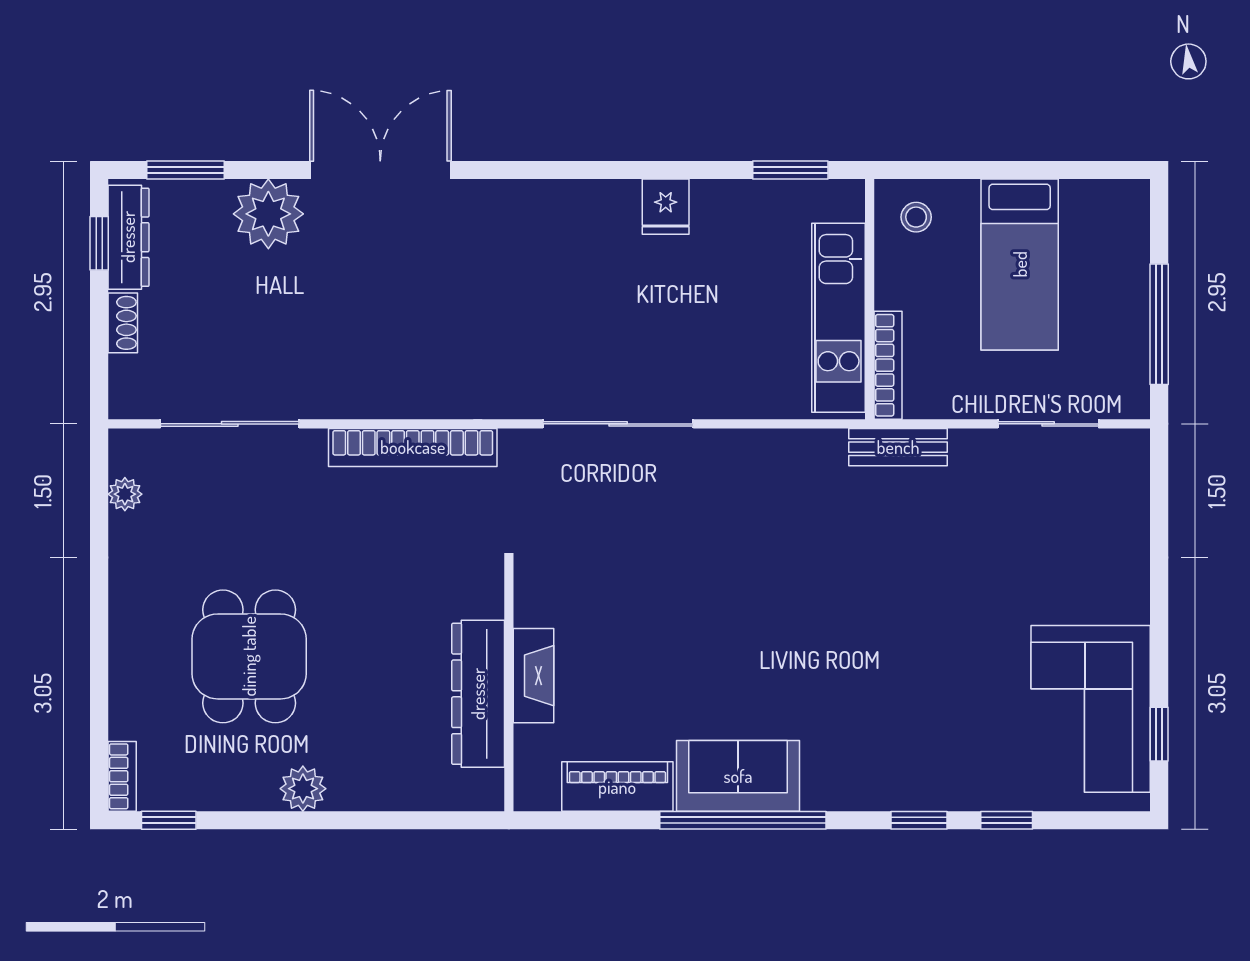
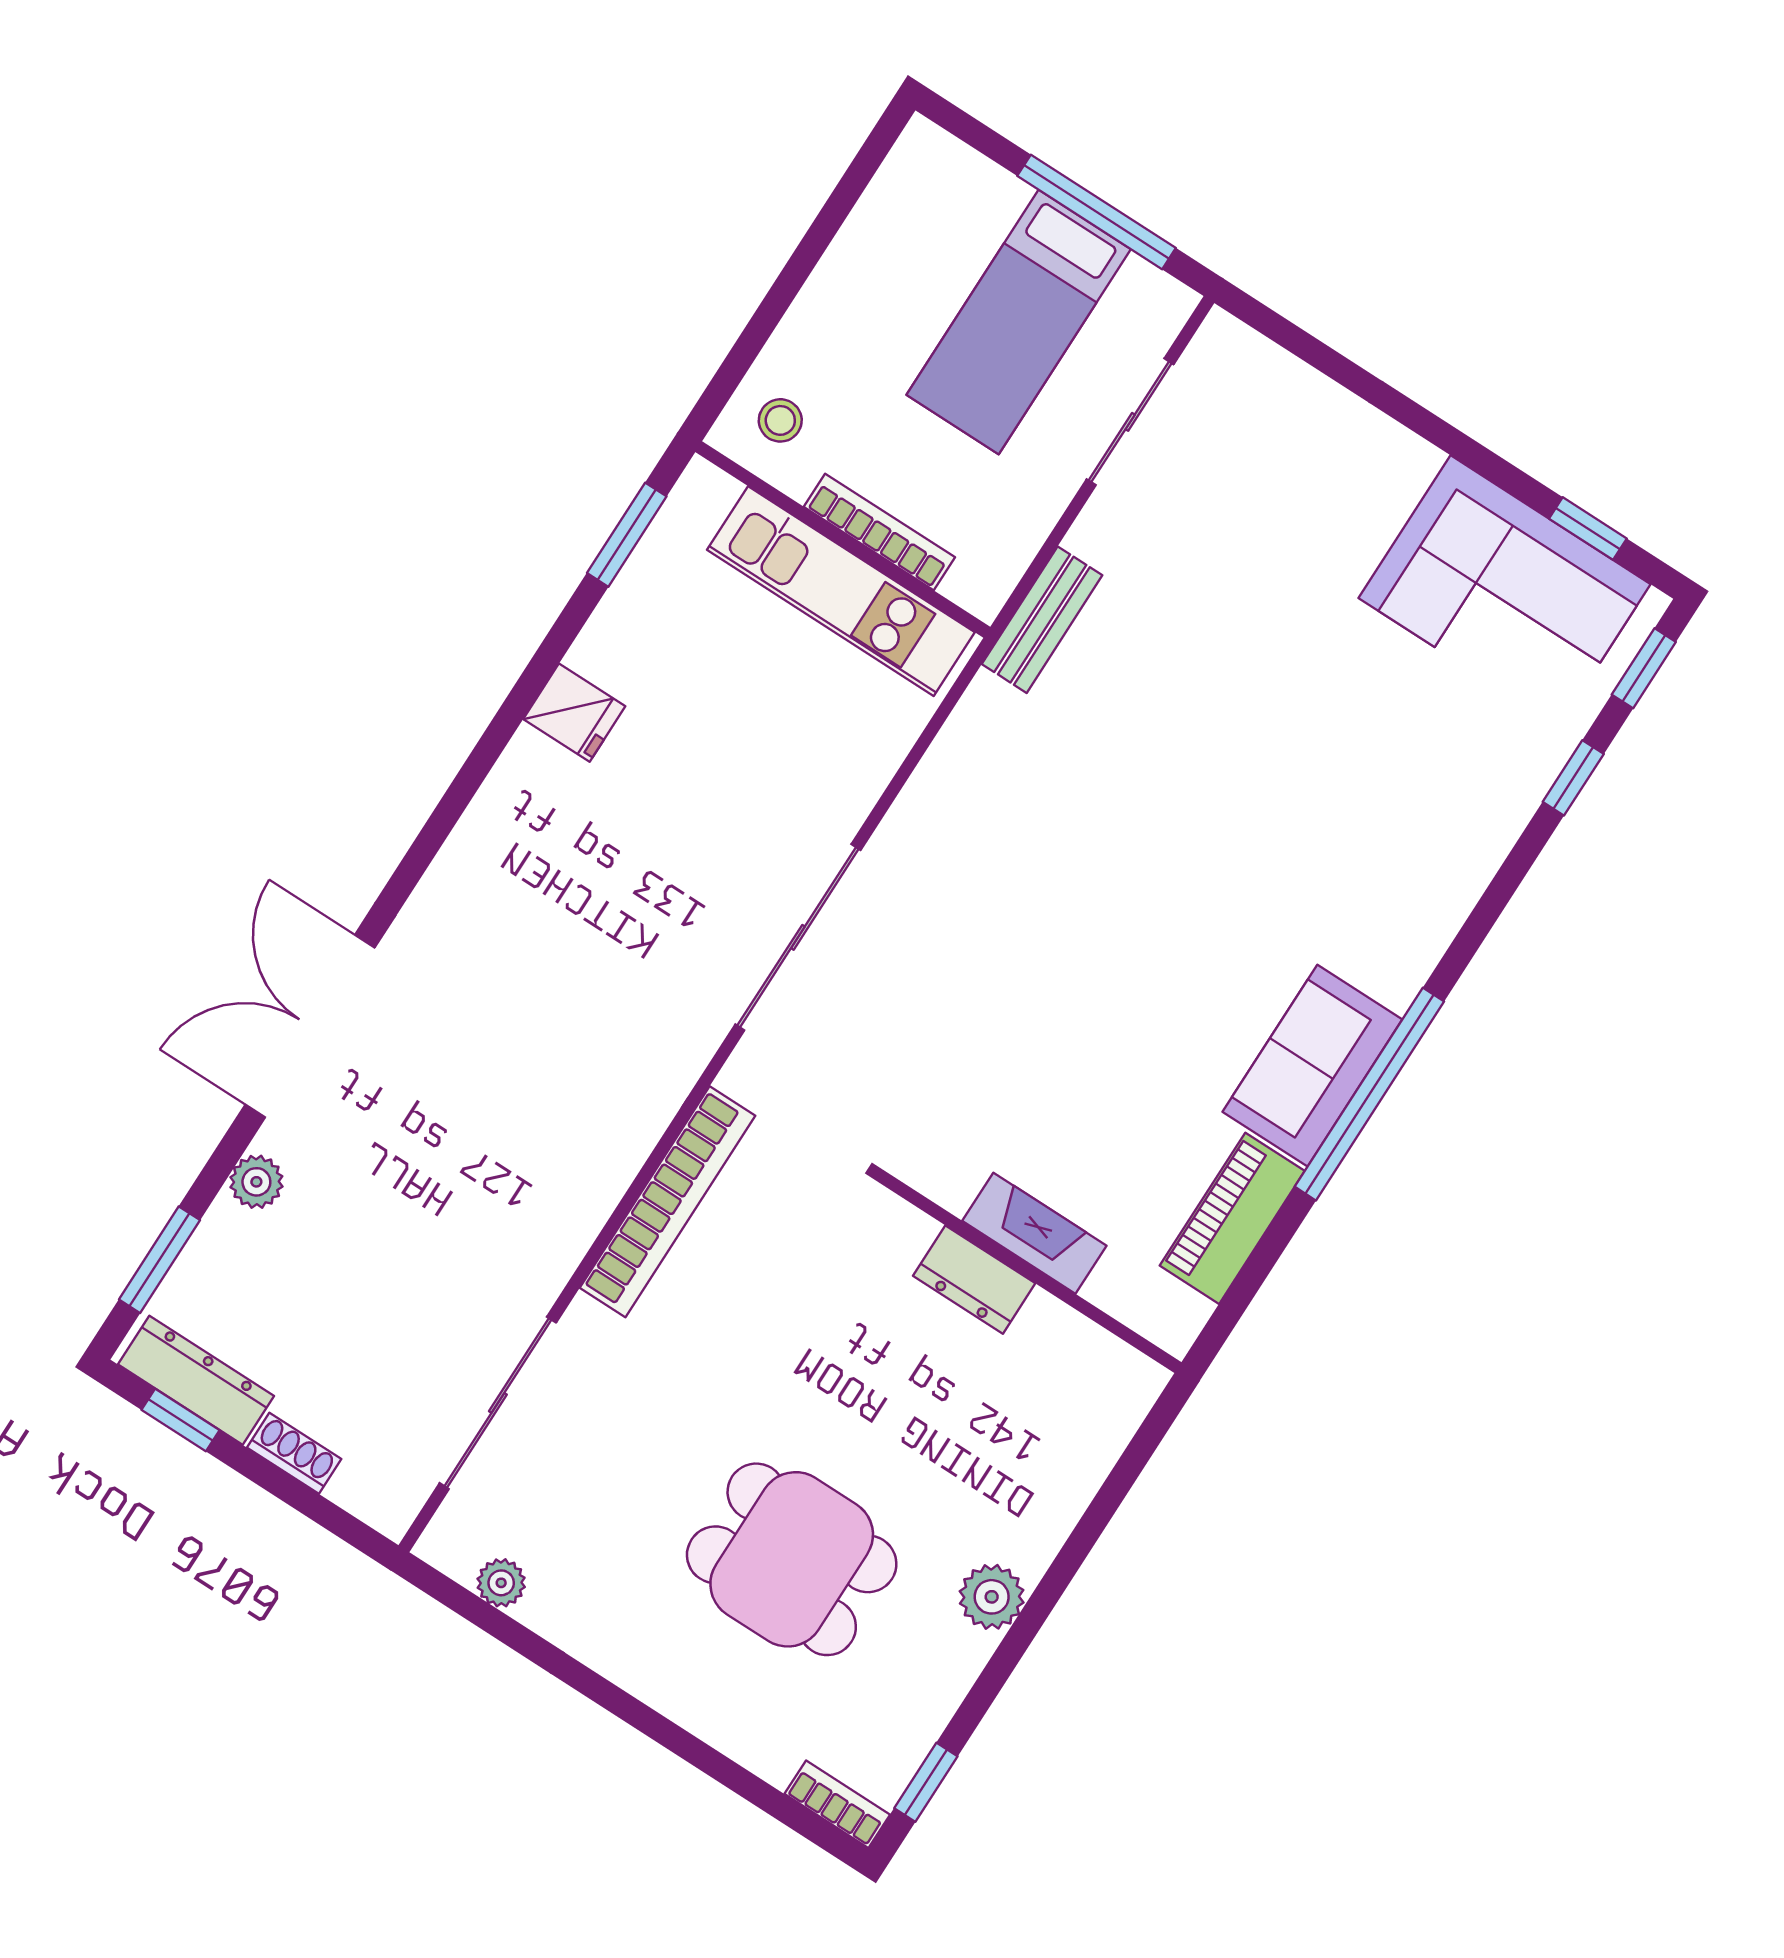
plant: (268, 214) -> (256, 1182), width x0.53, depth x0.53
bed: (1020, 264) -> (1019, 322), moved, turned 90
bookcase: (888, 365) -> (879, 532), moved
dresser: (478, 694) -> (974, 1280), width x0.51, depth x0.80
window: (919, 820) -> (1644, 668), moved

